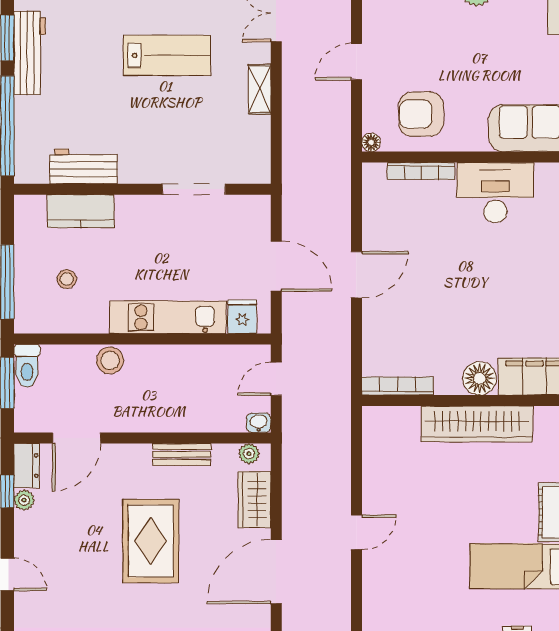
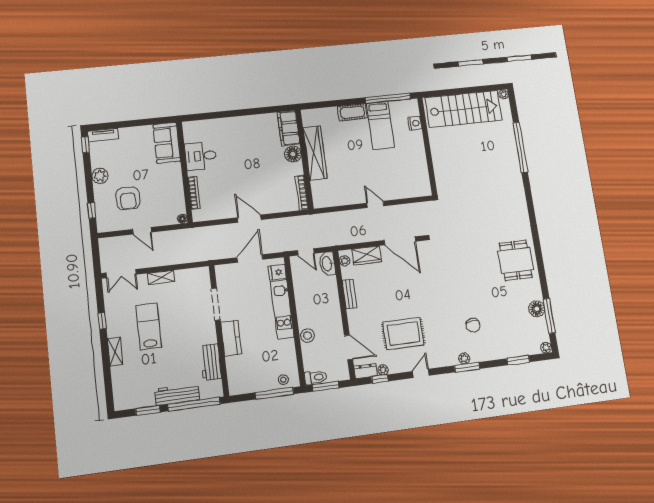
workbench: (30, 53) -> (177, 395), moved
armchair: (421, 114) -> (128, 198), moved
desk: (495, 193) -> (201, 156), width x0.73
kitchen counter: (81, 211) -> (231, 338), moved
stool: (67, 279) -> (283, 380), moved
washbasin: (259, 423) -> (327, 264), width x1.91, depth x1.45
rug: (151, 541) -> (403, 334), moved

